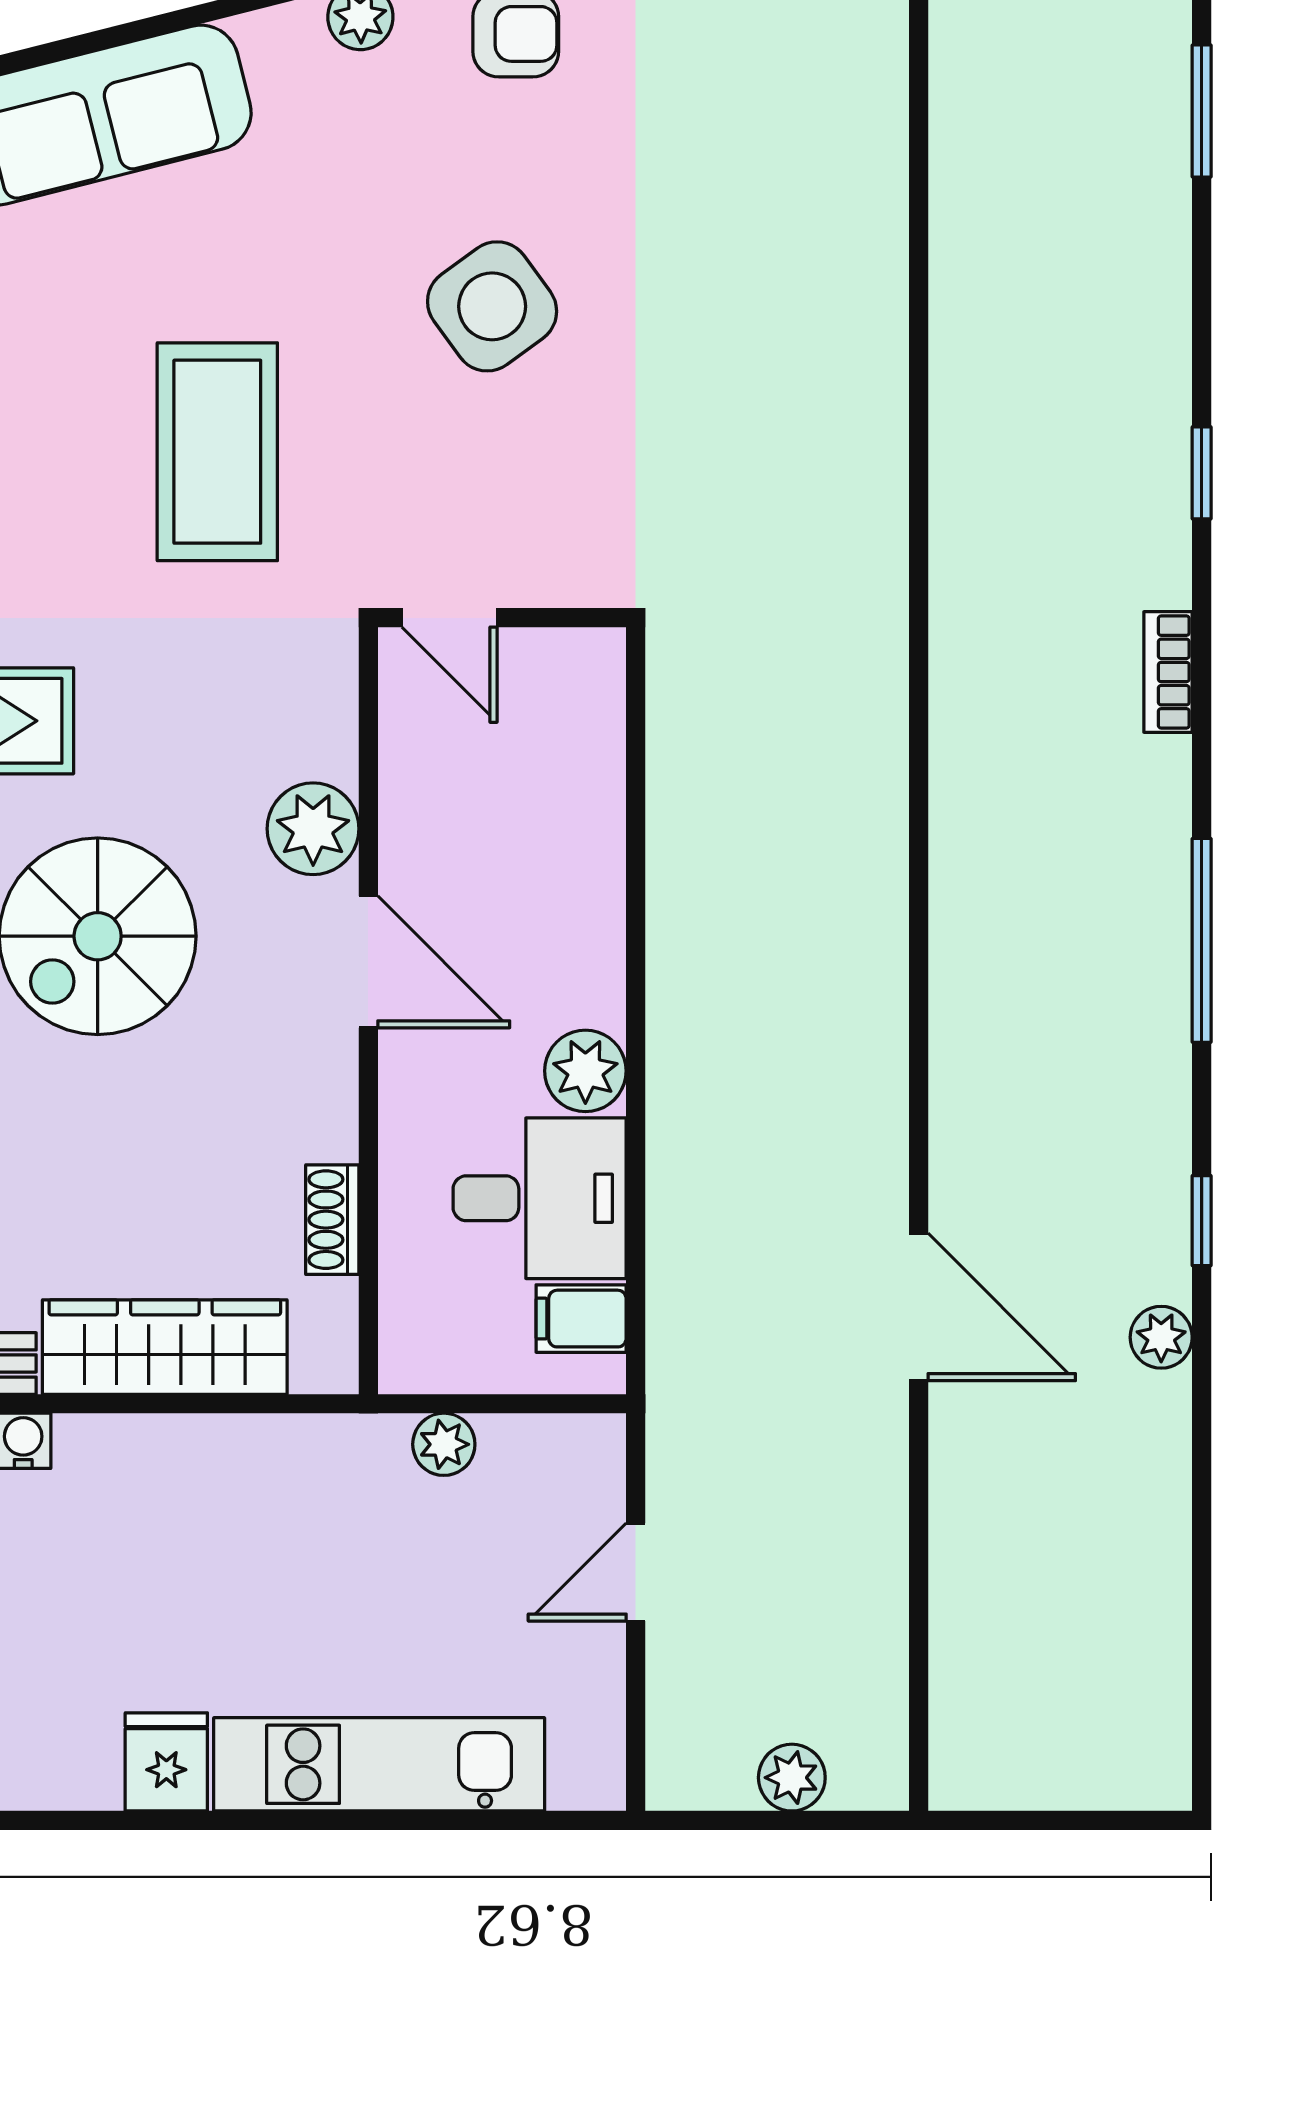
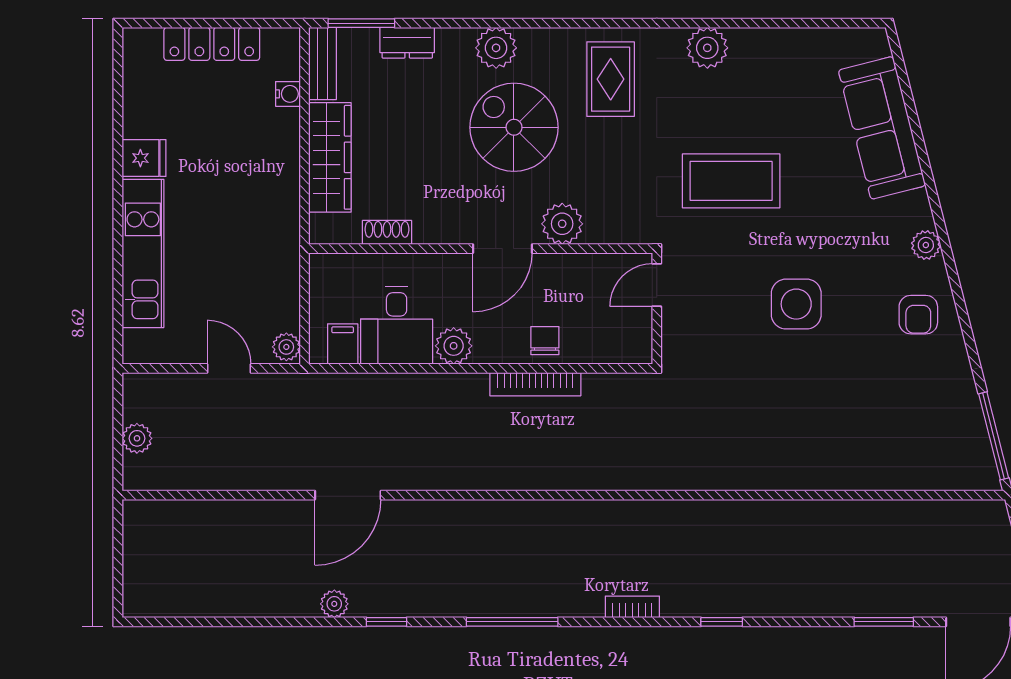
side table: (492, 306) -> (796, 304), turned 36
chair: (574, 867) -> (545, 341), added
bookcase: (671, 889) -> (535, 384), added
plant: (444, 1444) -> (286, 347), moved

